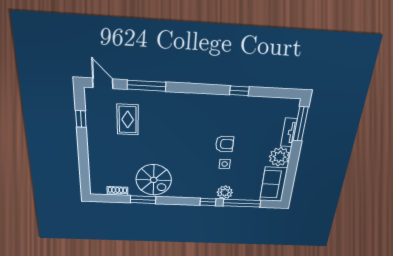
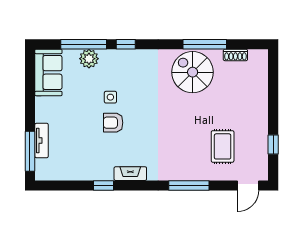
door: (103, 83) -> (248, 185), hinge flipped
window: (146, 86) -> (189, 185), moved
fireplace: (214, 100) -> (130, 174), added
plant: (279, 157) -> (47, 110), removed
plant: (225, 192) -> (89, 59), moved
window: (143, 200) -> (205, 44), width x1.44

